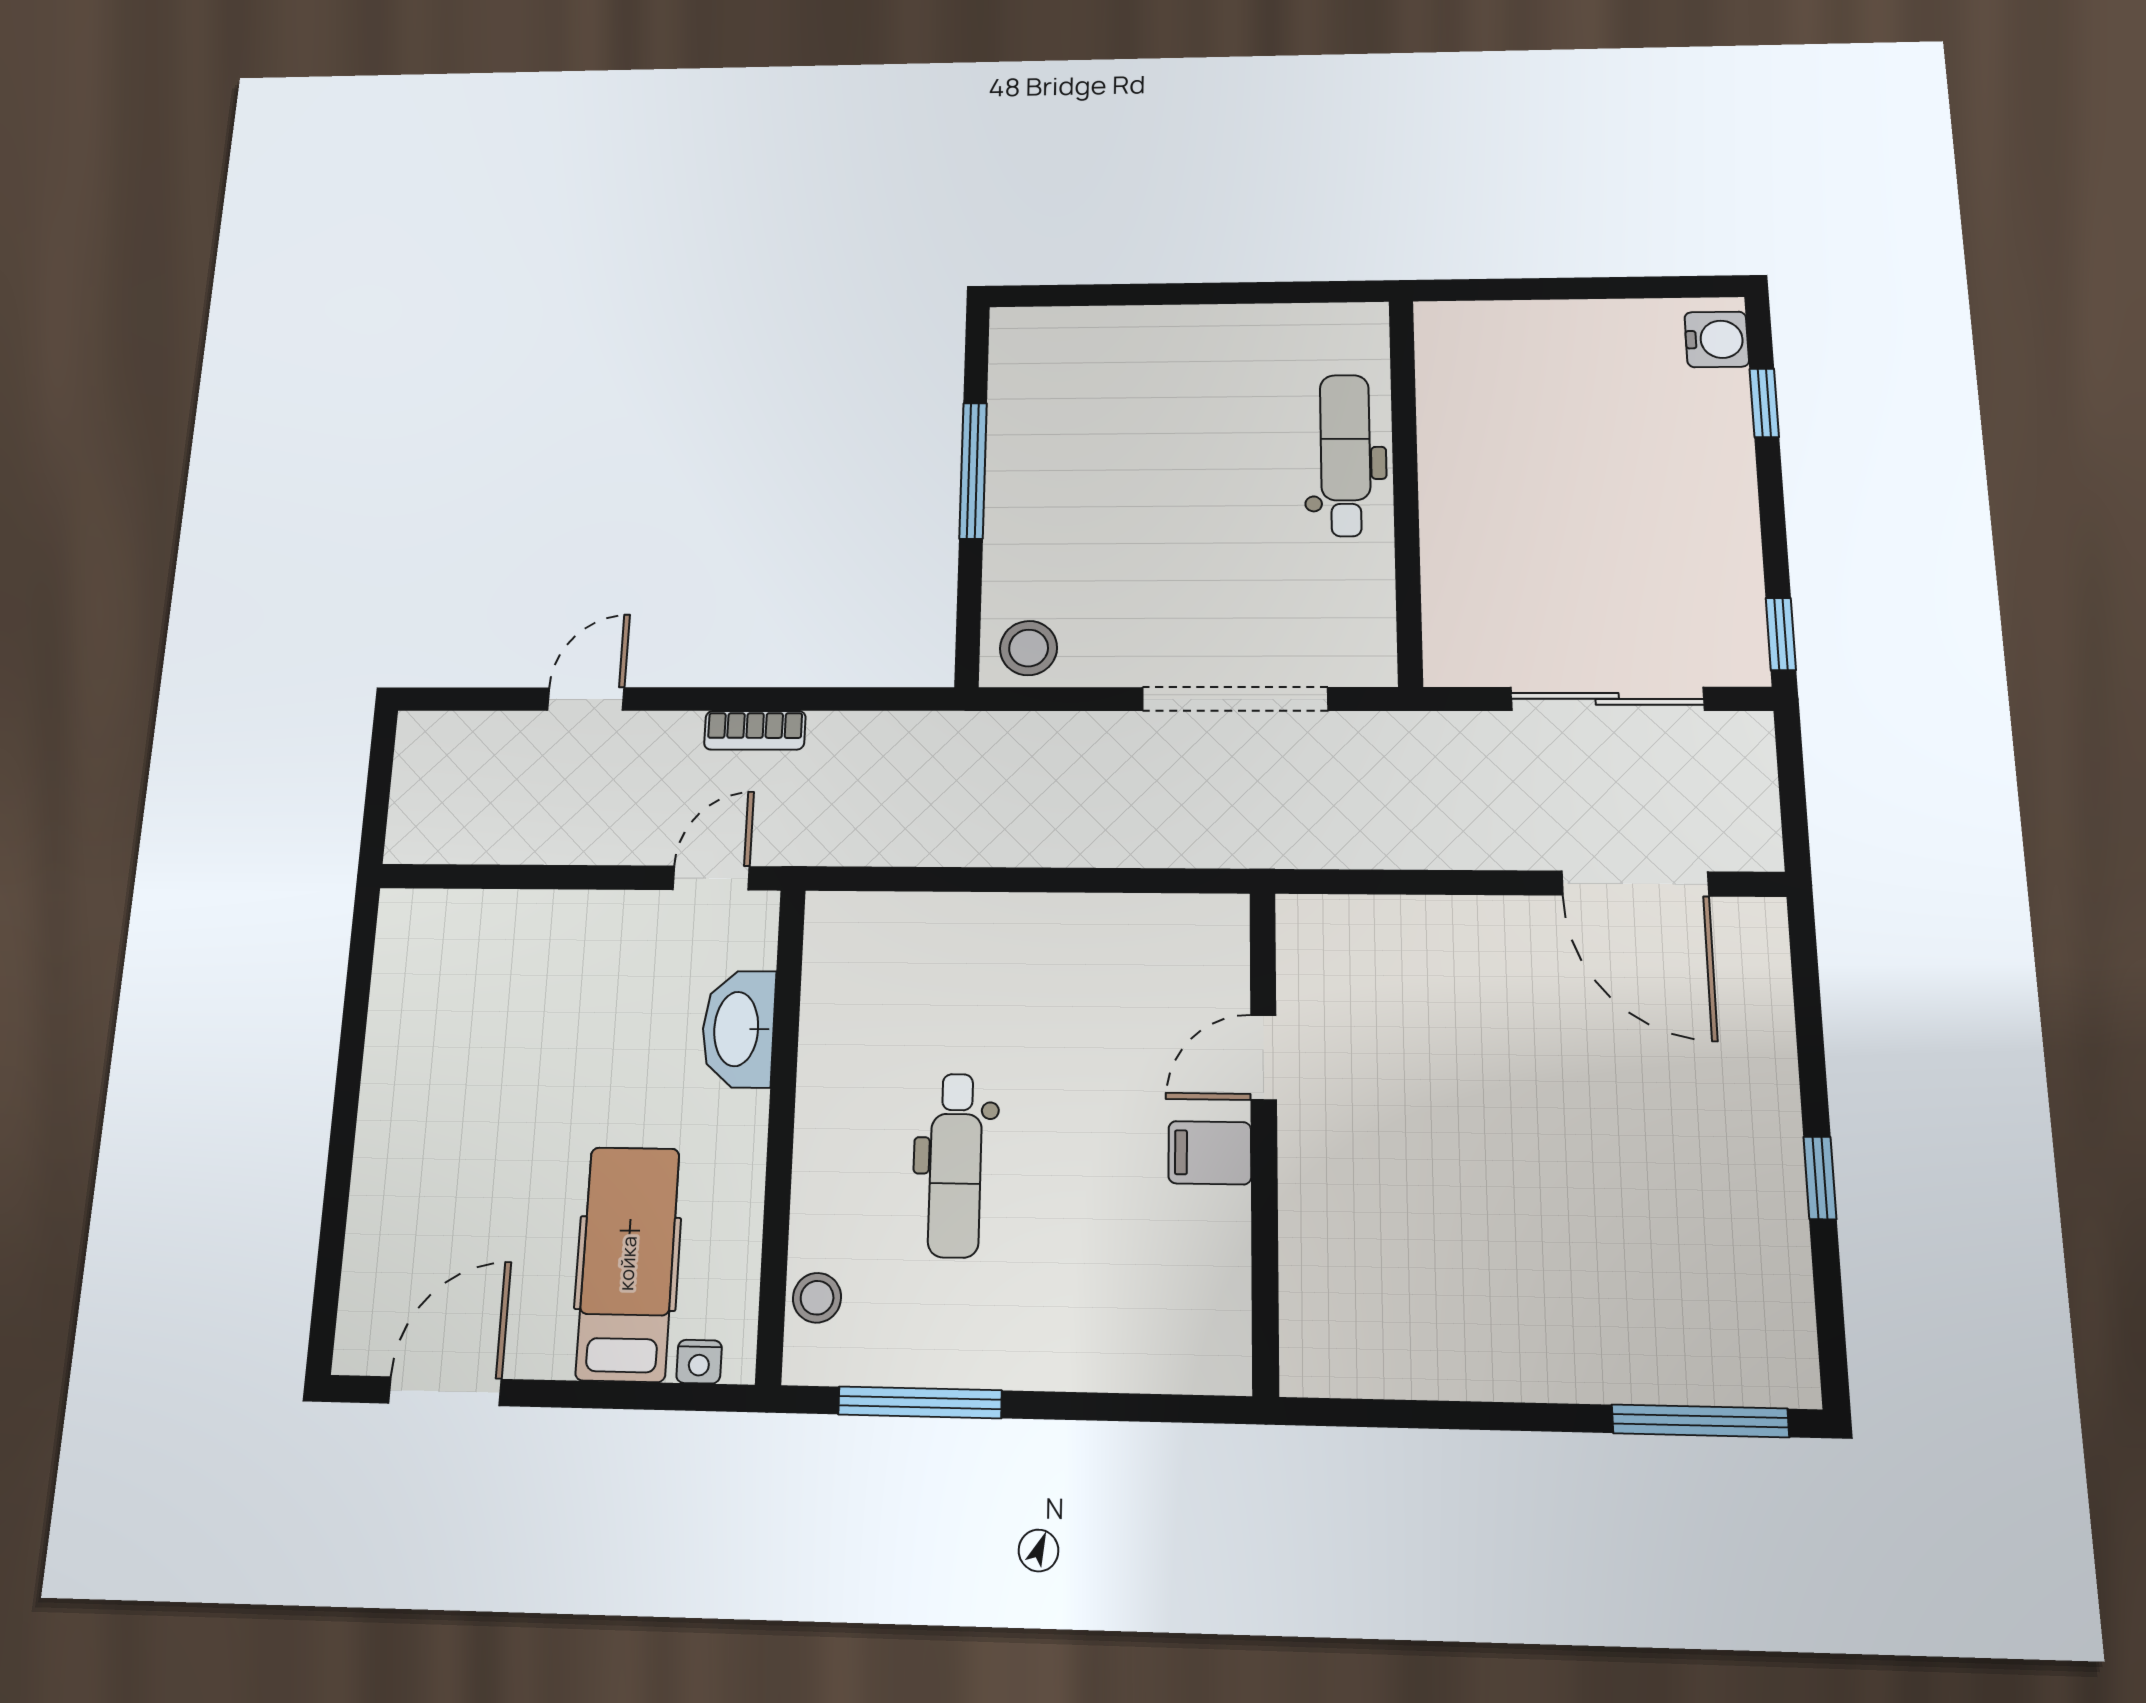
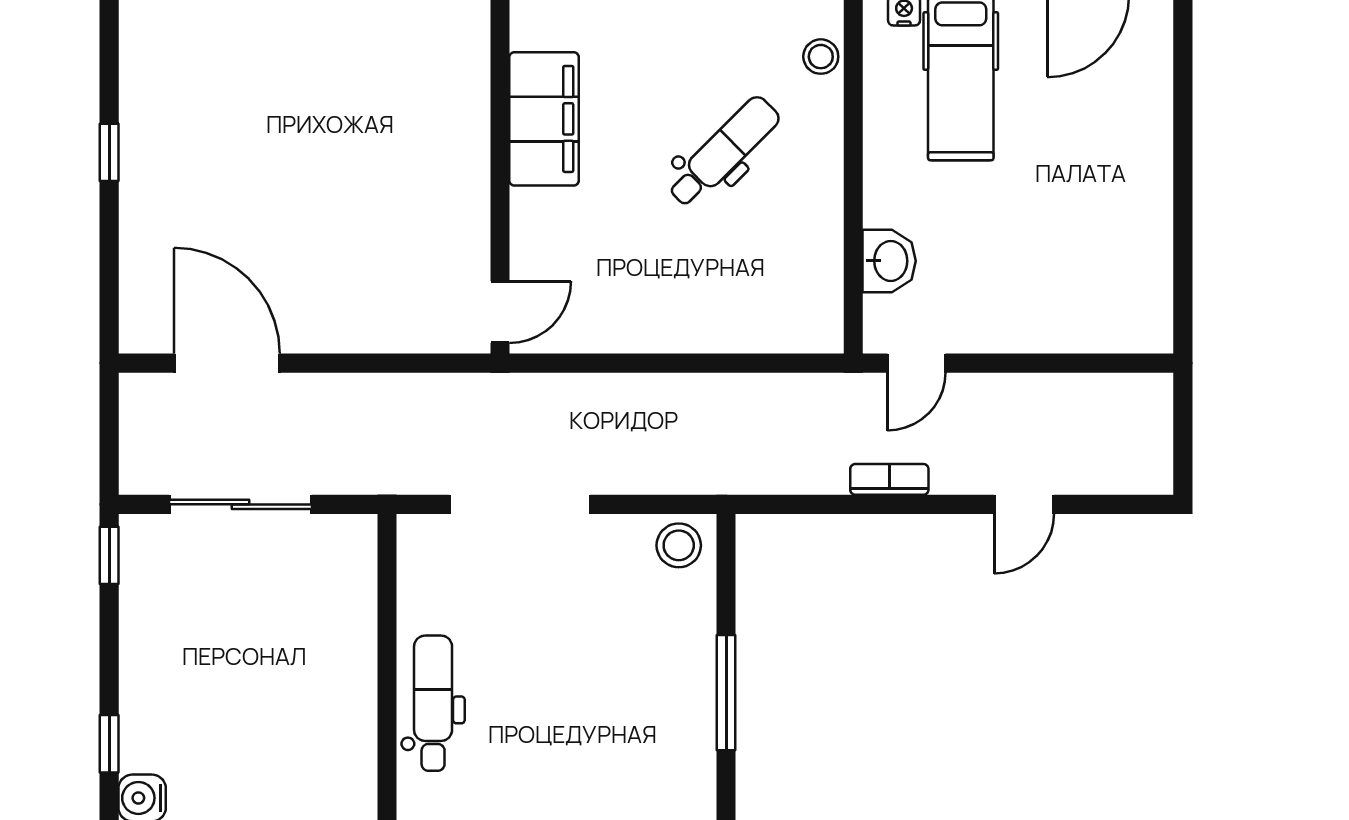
dental chair: (1345, 455) -> (433, 703), turned 180
washbasin: (738, 1029) -> (889, 261), width x0.72
door: (1263, 1057) -> (500, 312), moved
filing cabinet: (1210, 1153) -> (544, 119), width x3.00, depth x1.17
dental chair: (955, 1165) -> (724, 152), turned 45

